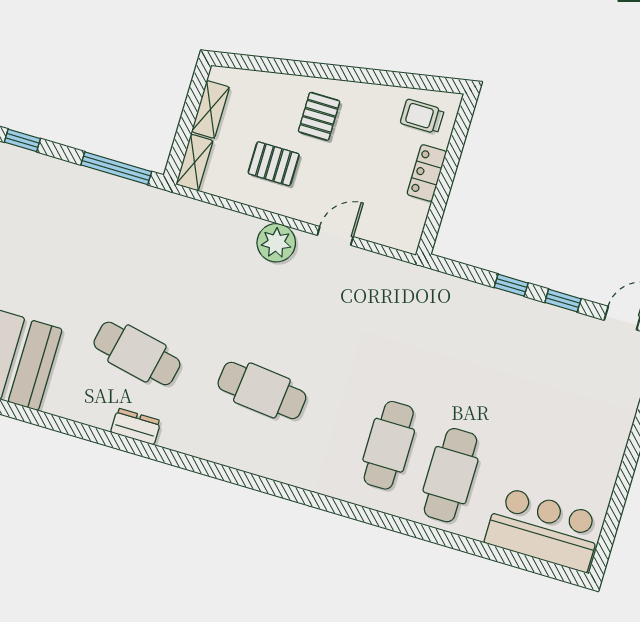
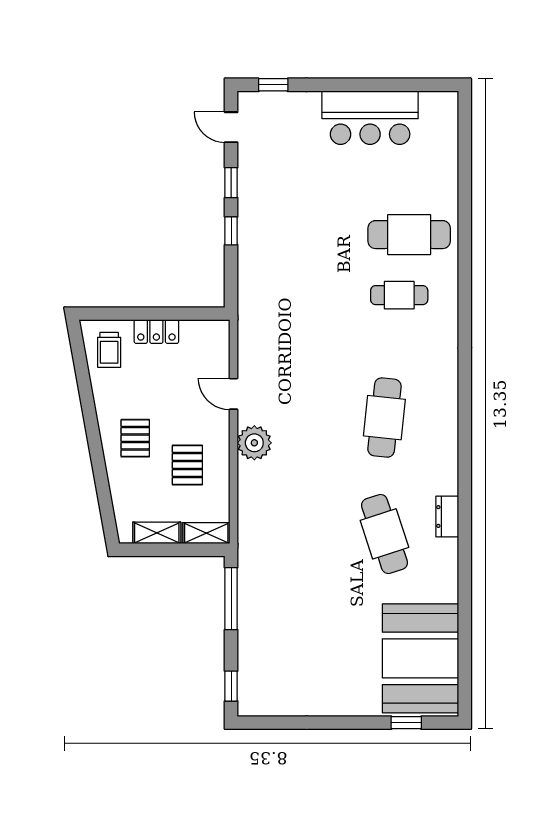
pallet: (319, 116) -> (135, 438), turned 90
cafe table: (137, 353) -> (384, 534), turned -30
cafe table: (389, 445) -> (399, 295), width x0.73, depth x0.74
bar counter: (544, 529) -> (370, 118), moved, turned -90

